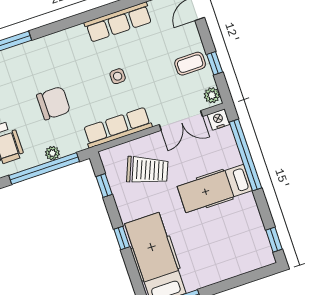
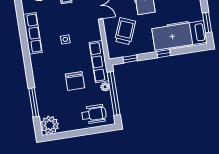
chair: (54, 103) -> (75, 81), turned 180
row of seats: (117, 127) -> (99, 62), moved

